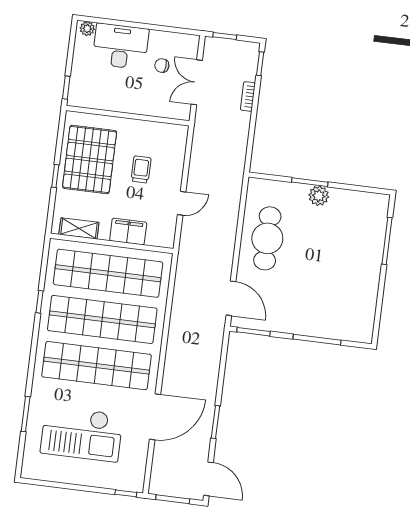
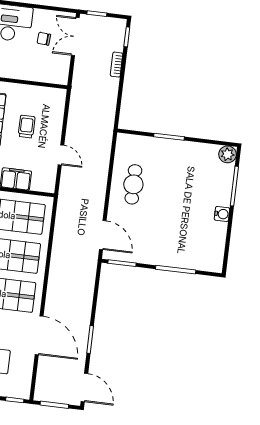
double door: (197, 82) -> (75, 37), moved
plant: (319, 196) -> (228, 154), moved
door: (182, 203) -> (61, 155), hinge flipped
cafe table: (267, 238) -> (133, 184), width x0.73, depth x0.74
water cooler: (372, 274) -> (222, 214), added
door: (155, 417) -> (39, 335), hinge flipped

